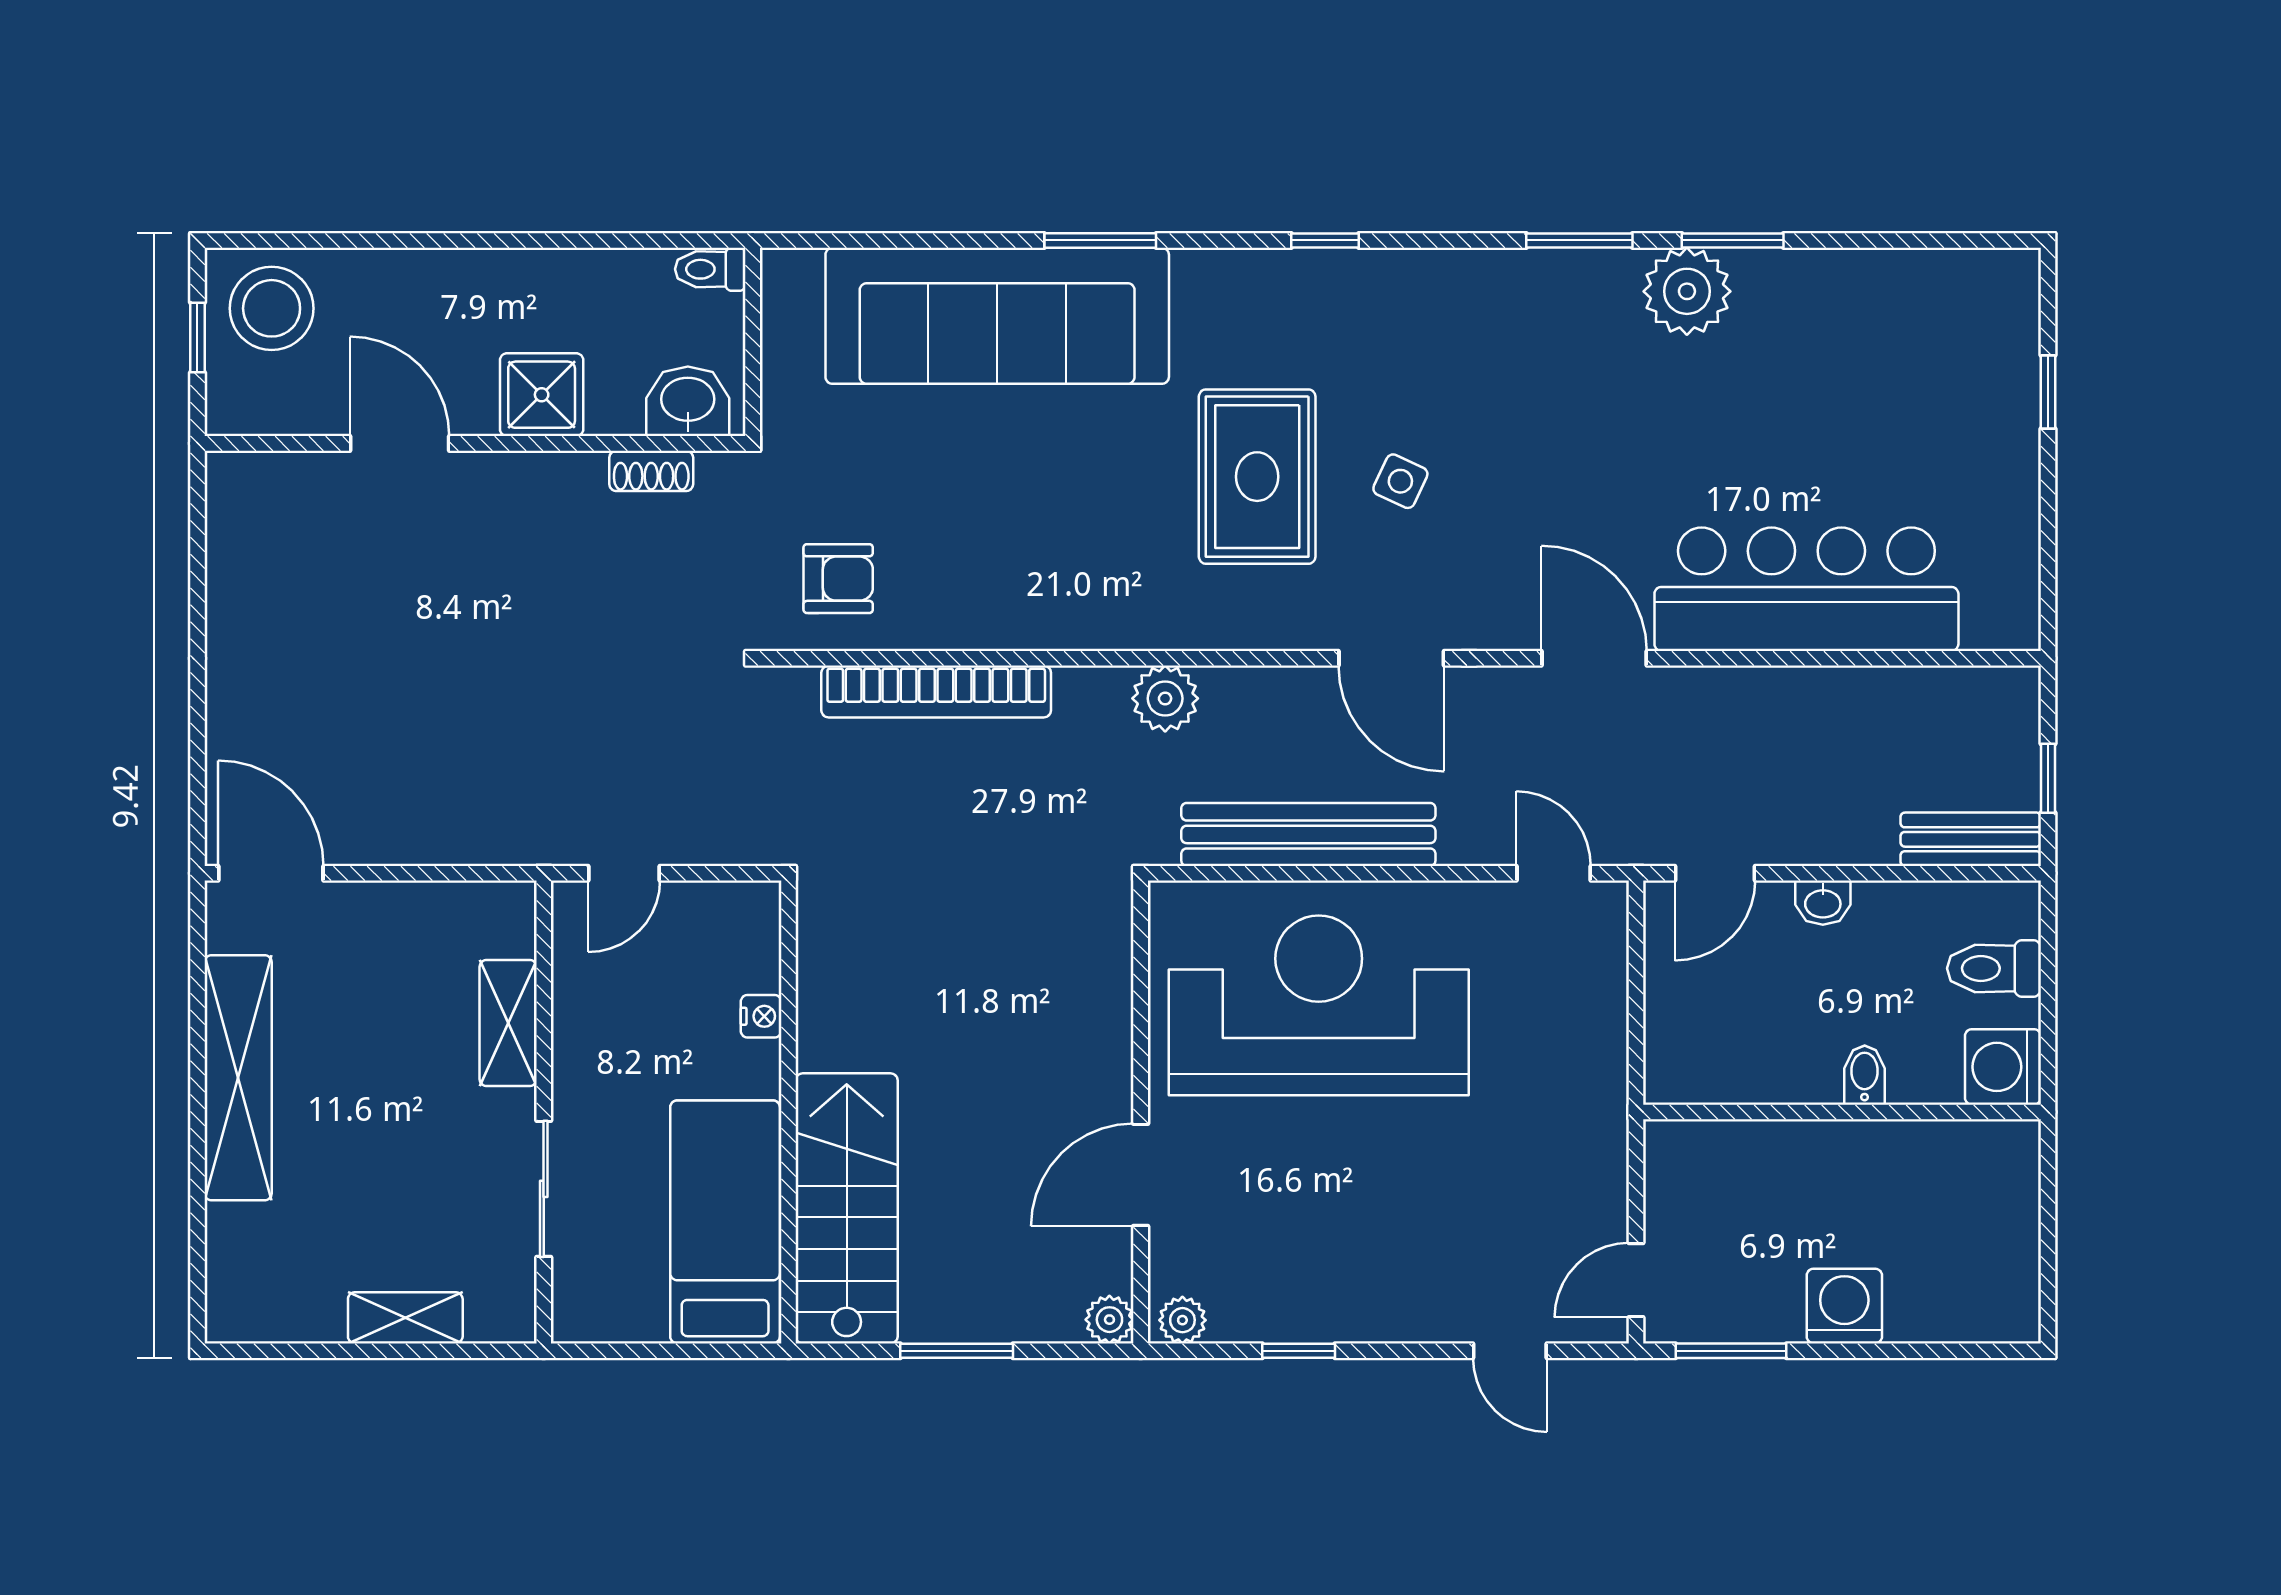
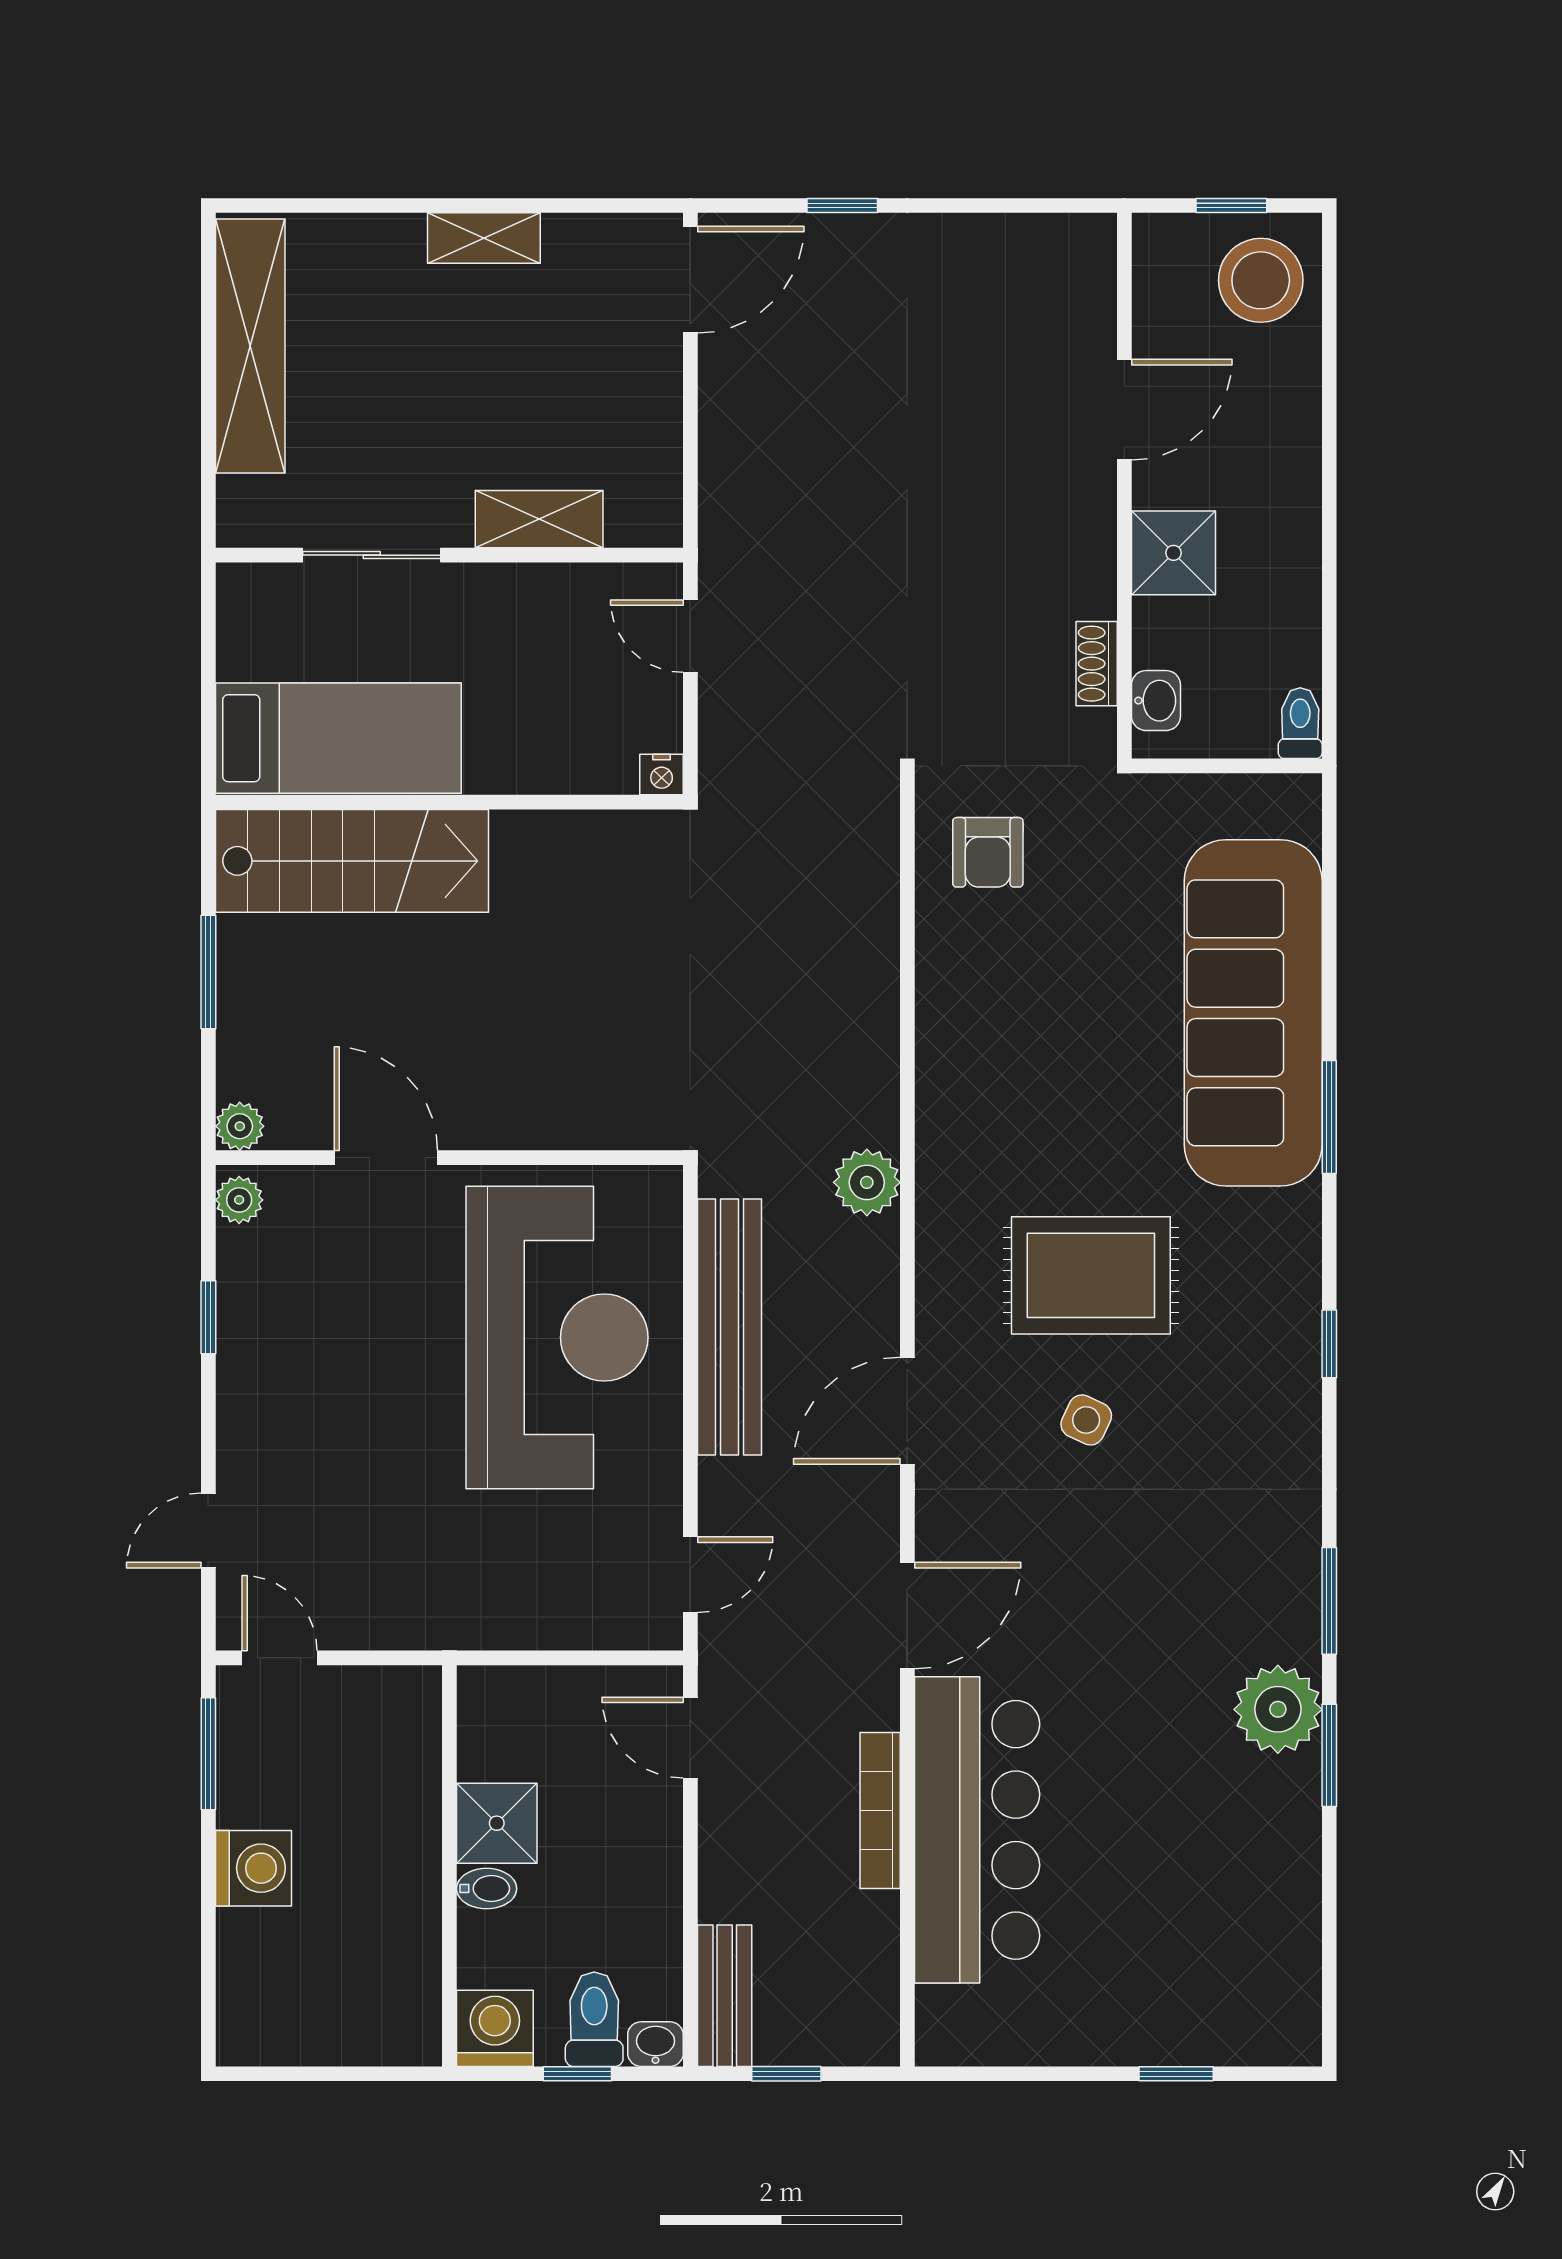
washbasin: (688, 401) -> (1156, 701), width x0.72, depth x0.69
bookcase: (936, 692) -> (880, 1811), moved, width x0.68, depth x0.76
window: (197, 723) -> (842, 205), added
washbasin: (1823, 903) -> (655, 2044), moved, turned 90
window: (2048, 985) -> (577, 2074), added
nightstand: (761, 1016) -> (662, 774), moved
shower: (1800, 1065) -> (497, 1823), added
shelving: (238, 1078) -> (484, 238), width x0.45, depth x0.75
shelving: (405, 1318) -> (250, 346), width x2.20, depth x1.33

